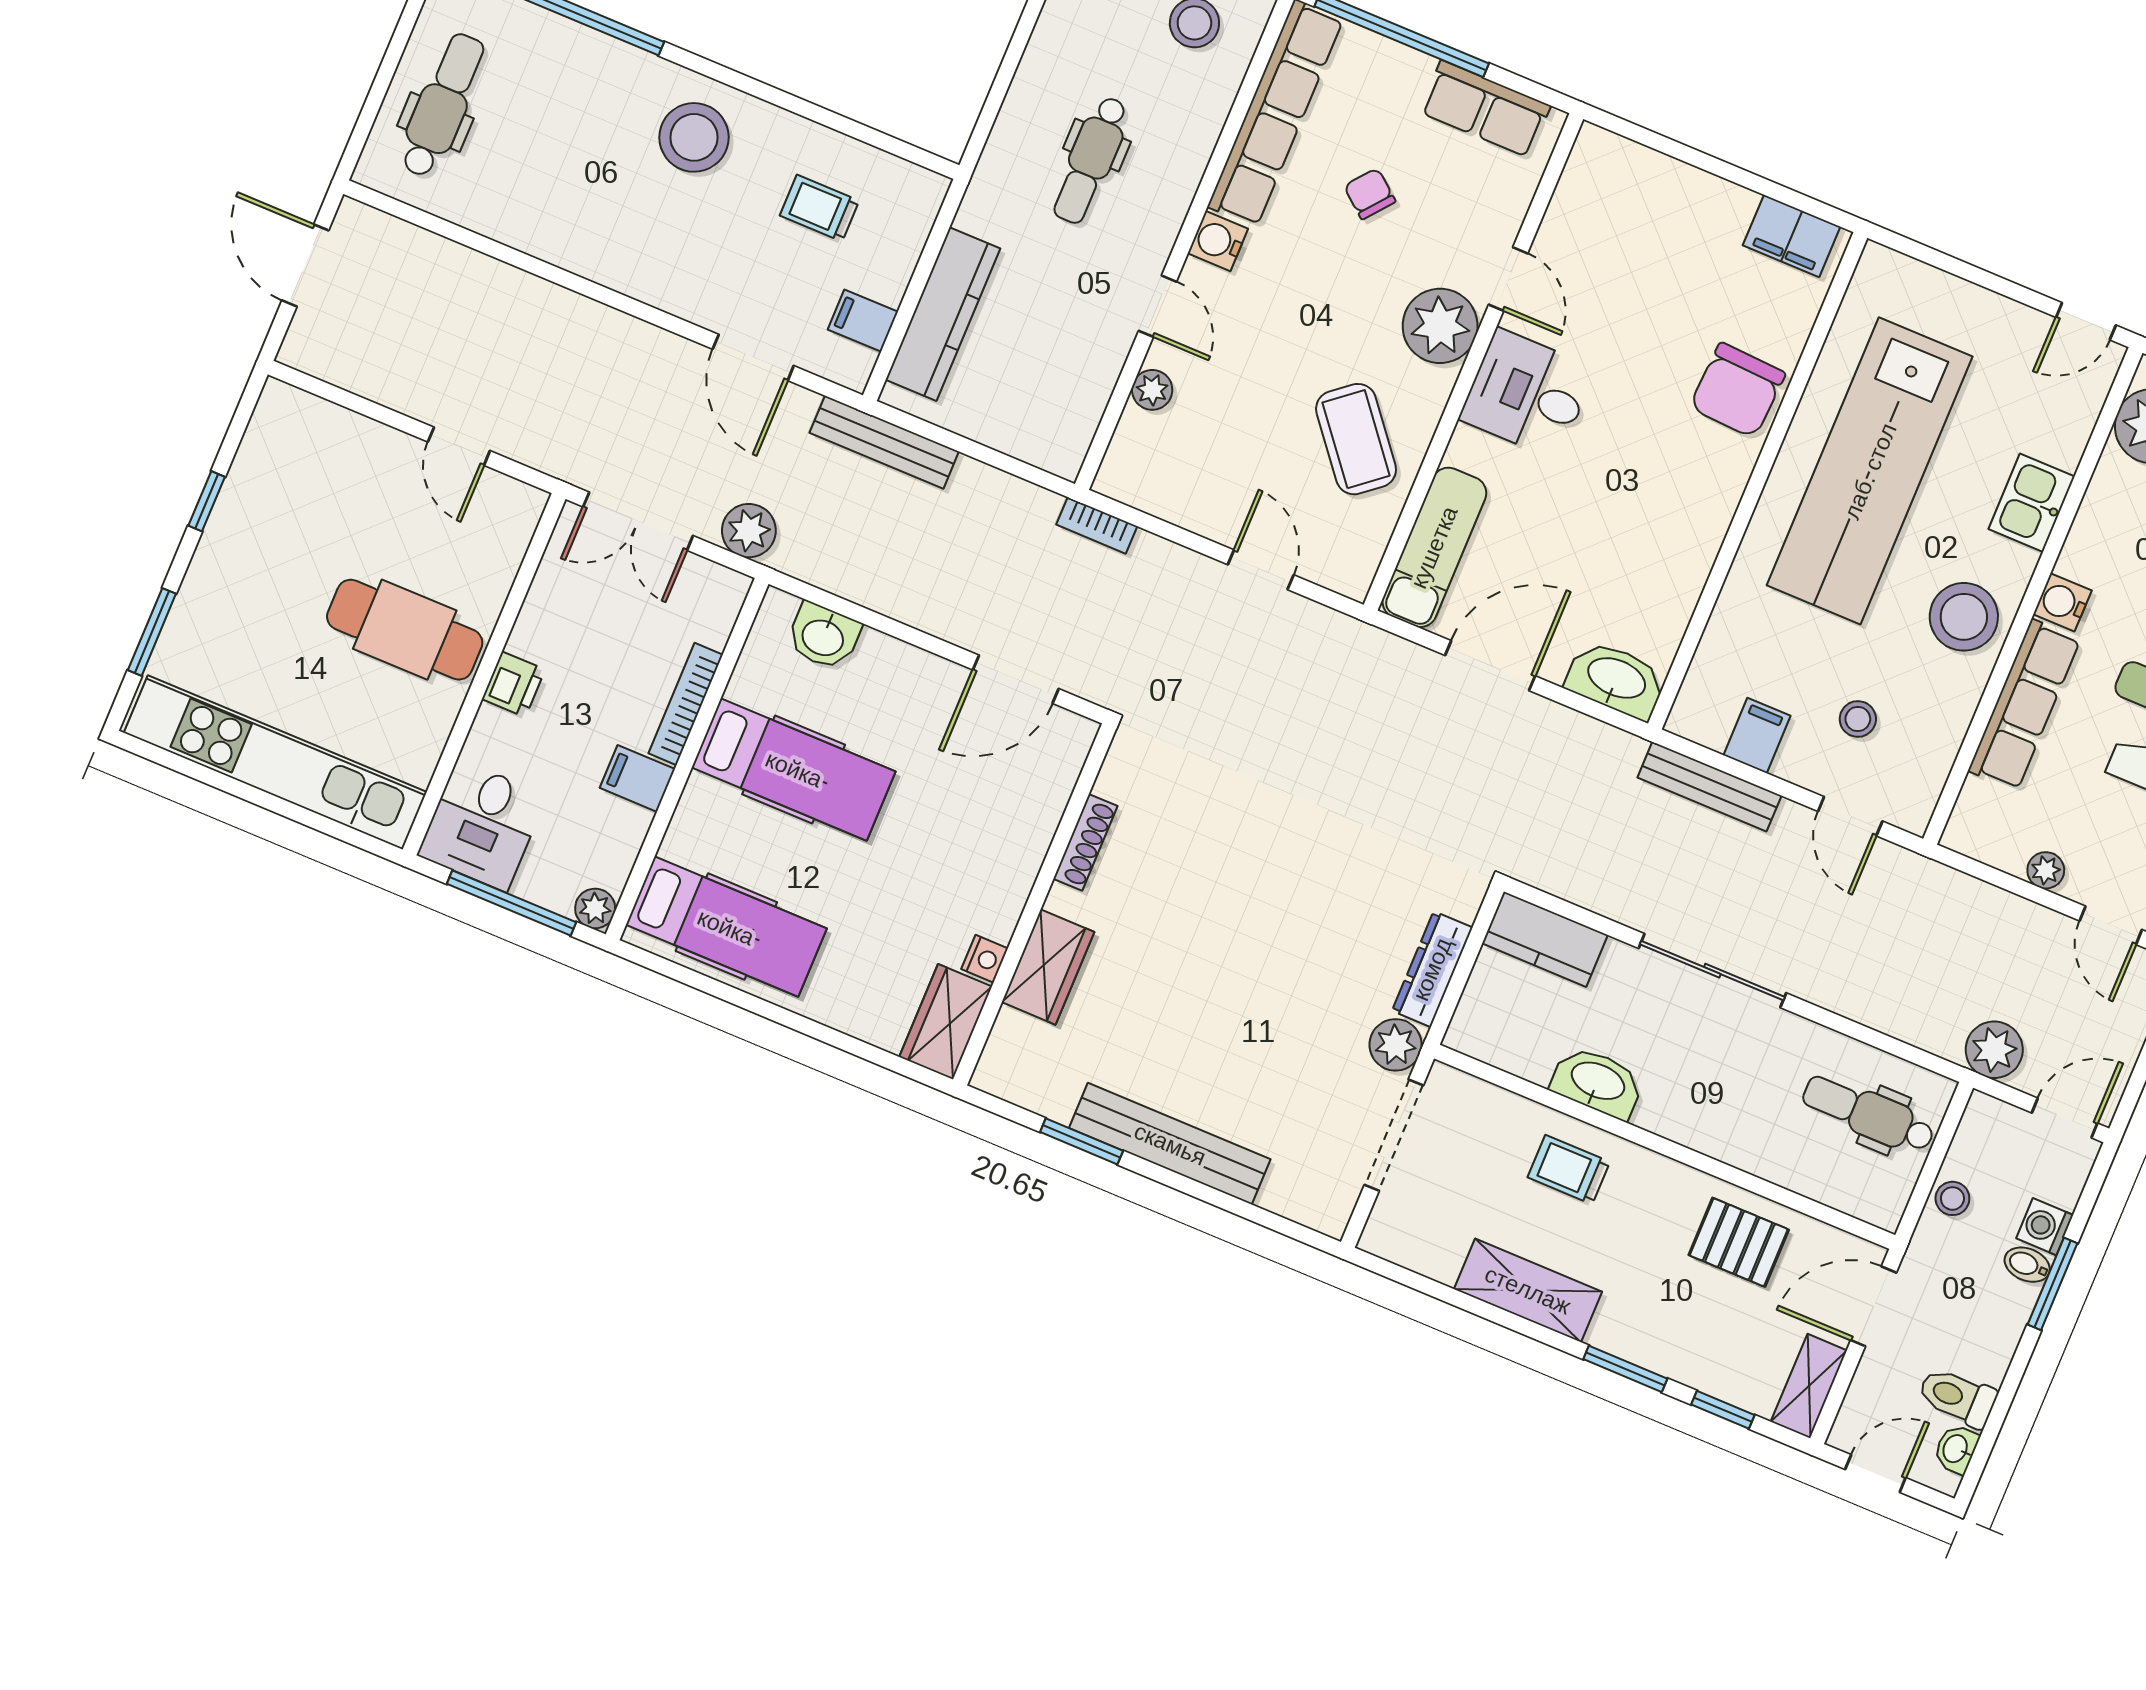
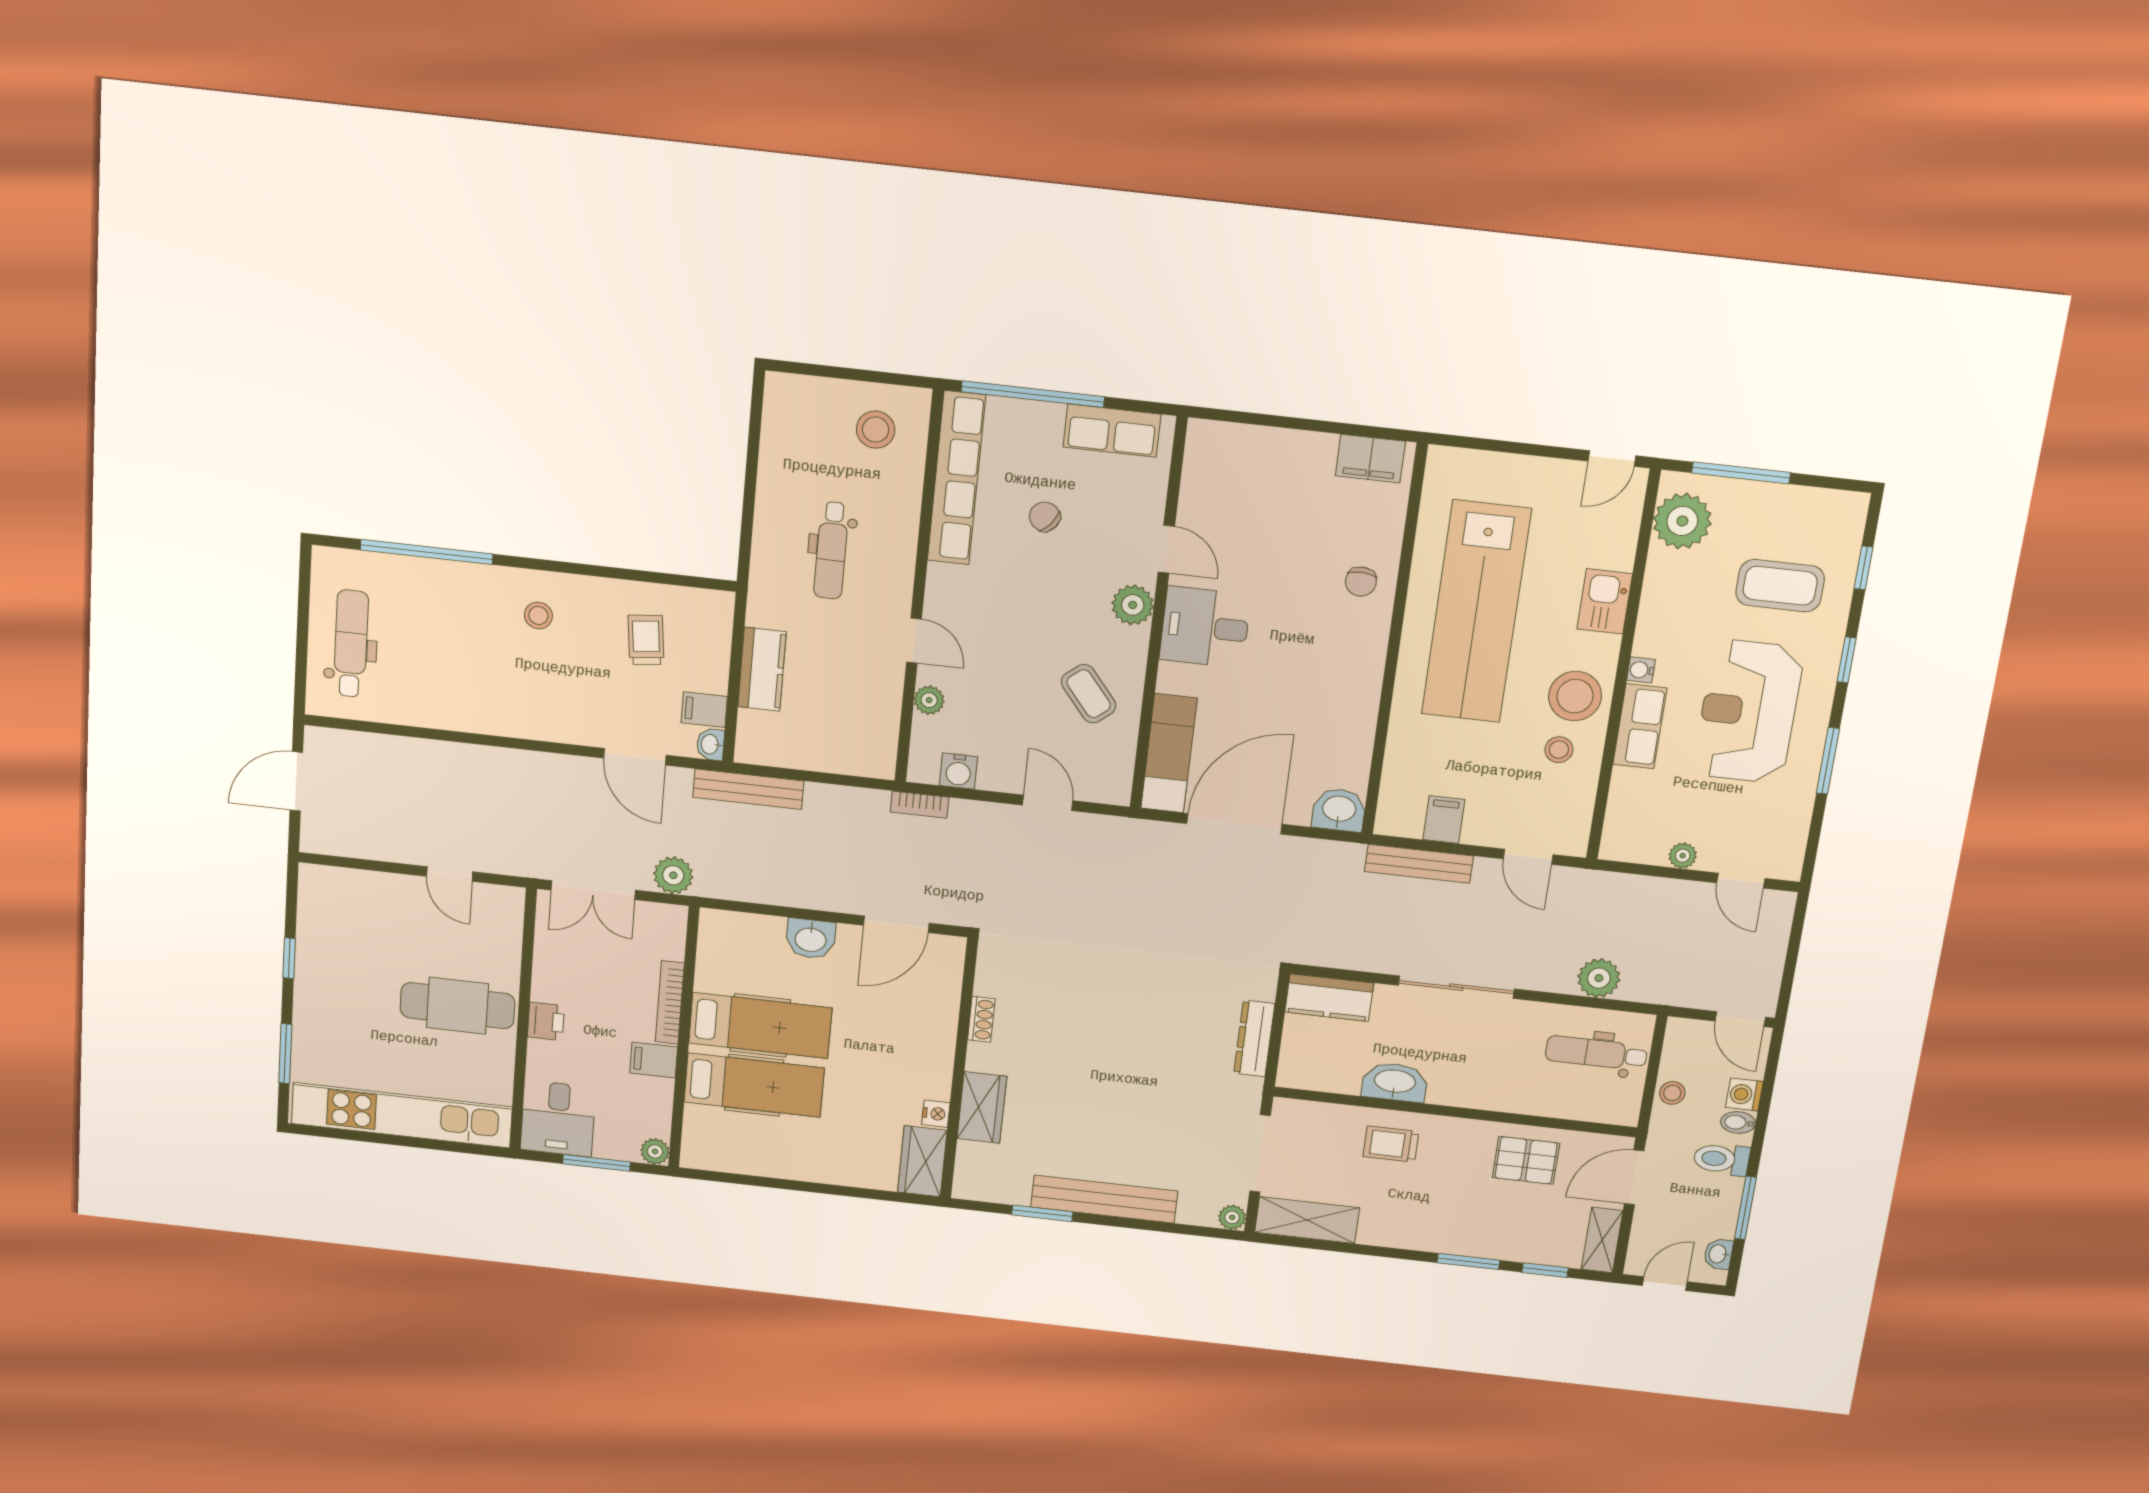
stool: (694, 137) -> (538, 615), width x0.53, depth x0.53
trolley: (820, 208) -> (646, 640), turned 84
water cooler: (1218, 241) -> (958, 771), moved, turned -90
door: (305, 265) -> (296, 781), hinge flipped
kitchen counter: (943, 314) -> (762, 669), width x0.67
plant: (1440, 326) -> (1133, 605), width x0.73, depth x0.73
washbasin: (855, 369) -> (710, 744), added
chair: (1737, 390) -> (1361, 582), width x0.54, depth x0.54
coffee table: (1356, 439) -> (1089, 694), width x0.73, depth x0.77
water cooler: (2062, 602) -> (1641, 670), width x0.72, depth x0.72
washbasin: (823, 636) -> (811, 939), moved
door: (1490, 666) -> (1234, 824), width x1.36
washbasin: (1616, 680) -> (1339, 810), width x0.72
row of seats: (2024, 705) -> (1640, 726), width x0.68
stool: (1858, 719) -> (1559, 750), moved
shoe rack: (1085, 842) -> (981, 1019), width x0.70
window: (512, 903) -> (596, 1163), width x0.69
hospital bed: (726, 927) -> (754, 1085), moved
plant: (1396, 1045) -> (1232, 1217), moved, width x0.73, depth x0.73
plant: (1994, 1050) -> (1599, 978), moved
door: (2065, 1118) -> (1740, 1019), swing flipped
window: (2052, 1284) -> (1745, 1208), moved
shelving: (1528, 1290) -> (1307, 1220), moved
toilet: (1957, 1397) -> (1721, 1159), moved

